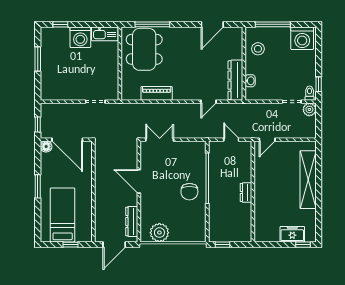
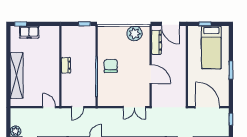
door: (231, 140) -> (78, 107), hinge flipped
door: (267, 140) -> (49, 107), hinge flipped
floor lamp: (46, 147) -> (224, 102), removed
door: (114, 245) -> (170, 24), swing flipped

